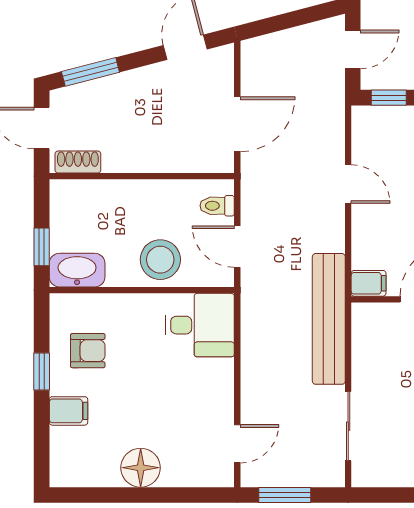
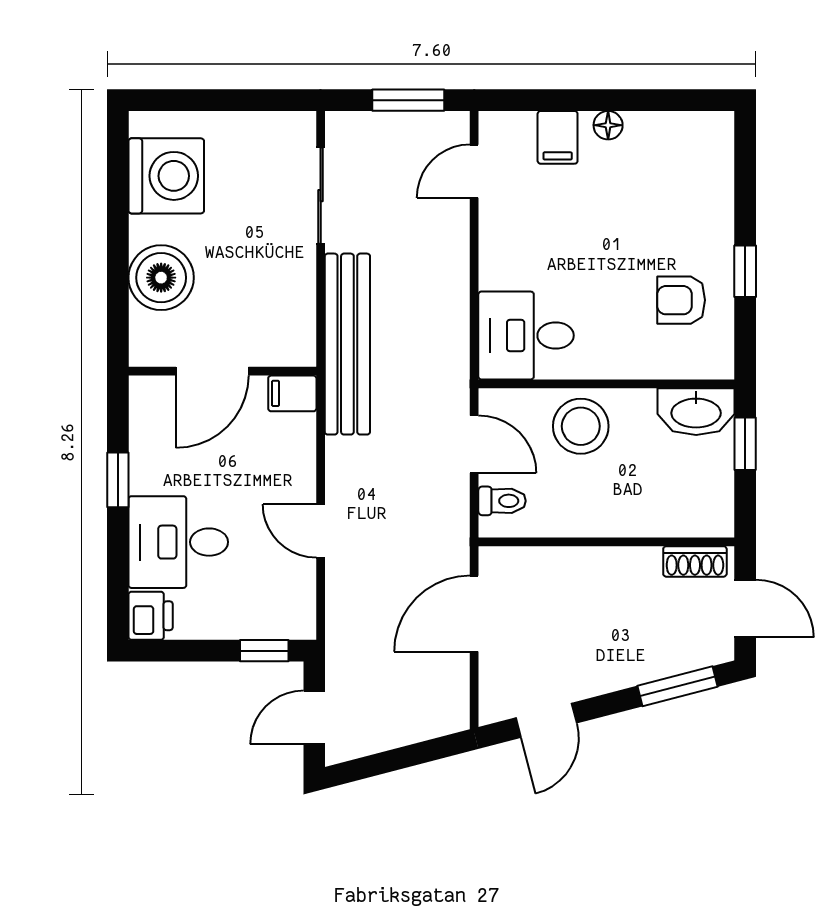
filing cabinet: (68, 411) -> (558, 137), moved, turned -90
floor lamp: (141, 468) -> (608, 125), width x0.53, depth x0.53

